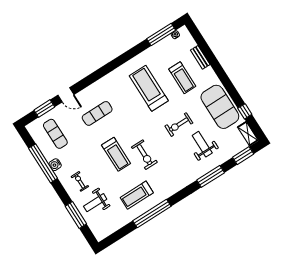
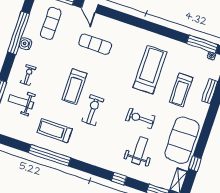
exercise bike: (144, 155) -> (93, 110), turned 180
window: (211, 176) -> (119, 179), width x0.46

